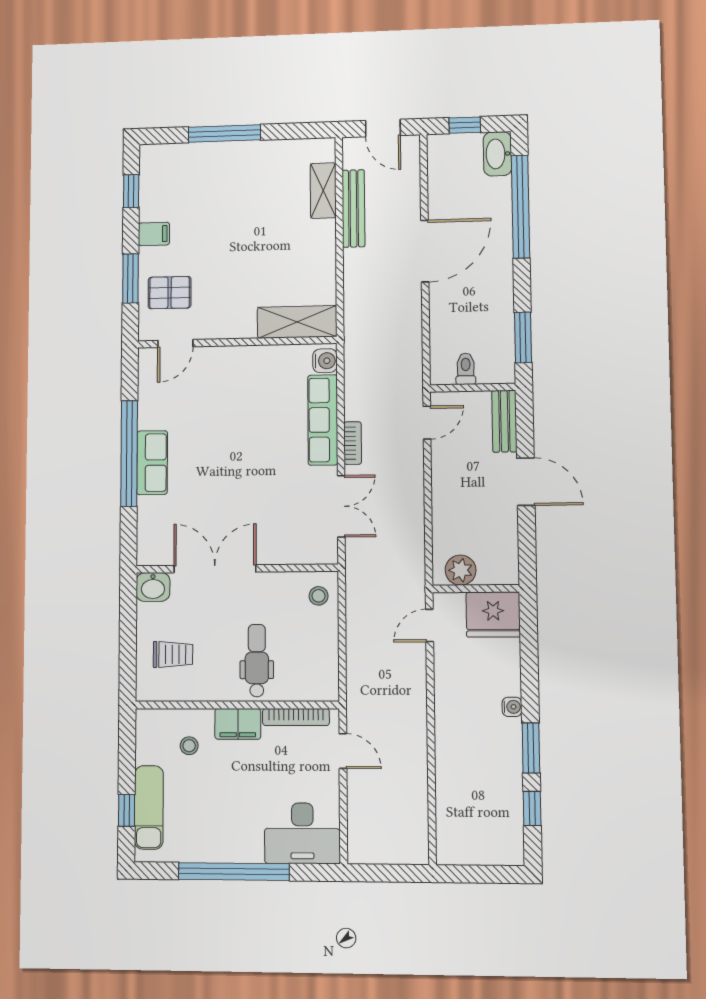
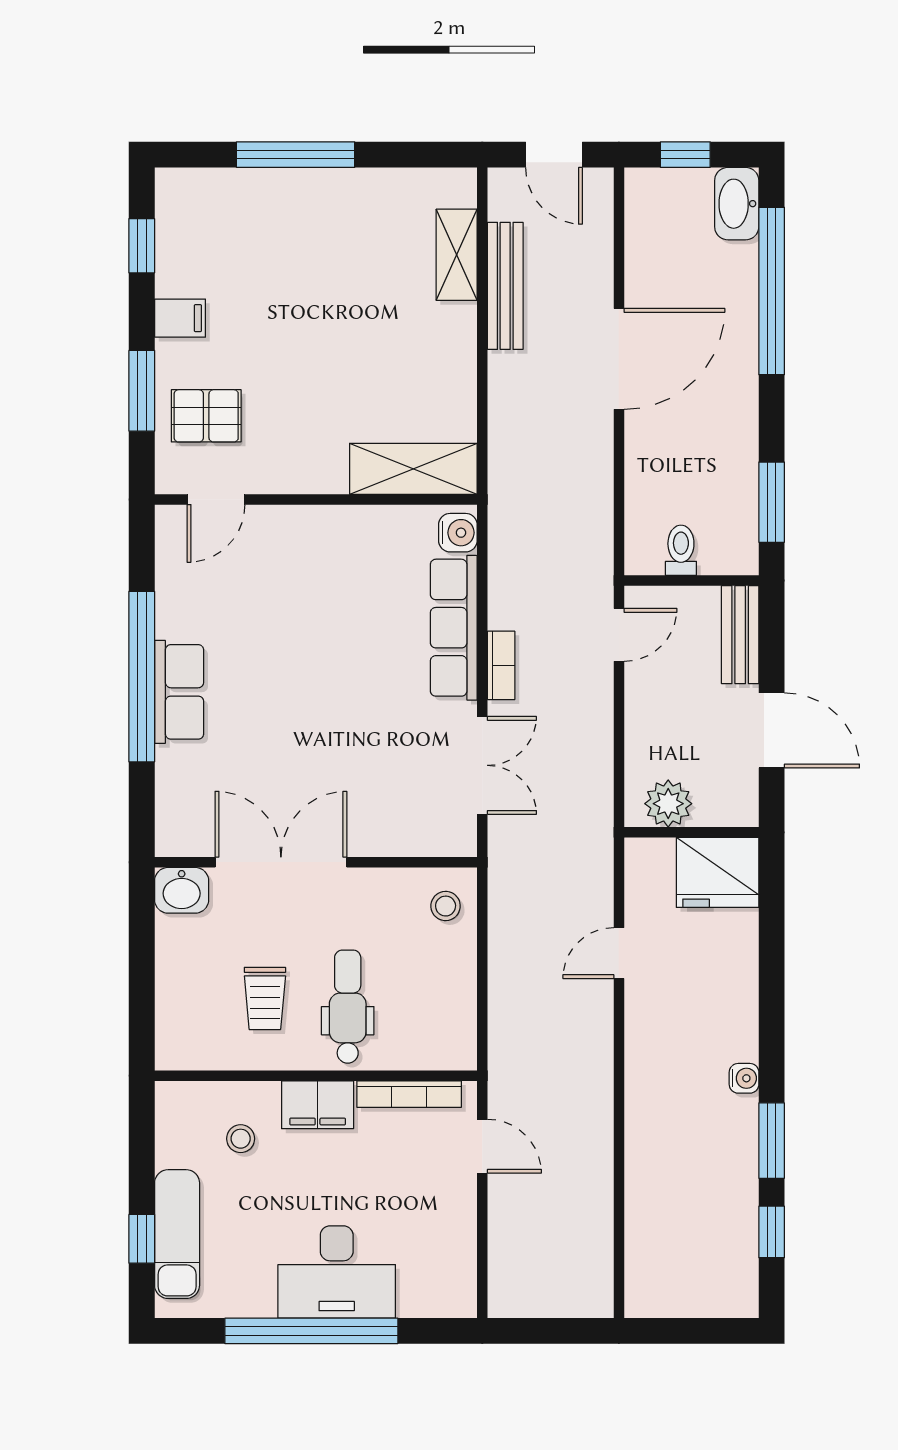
plant: (461, 570) -> (668, 804), moved
wall: (476, 589) -> (691, 832), moved
fridge: (493, 614) -> (718, 872), moved
trolley: (173, 654) -> (265, 998), moved, turned 90
desk: (302, 833) -> (337, 1272), moved

